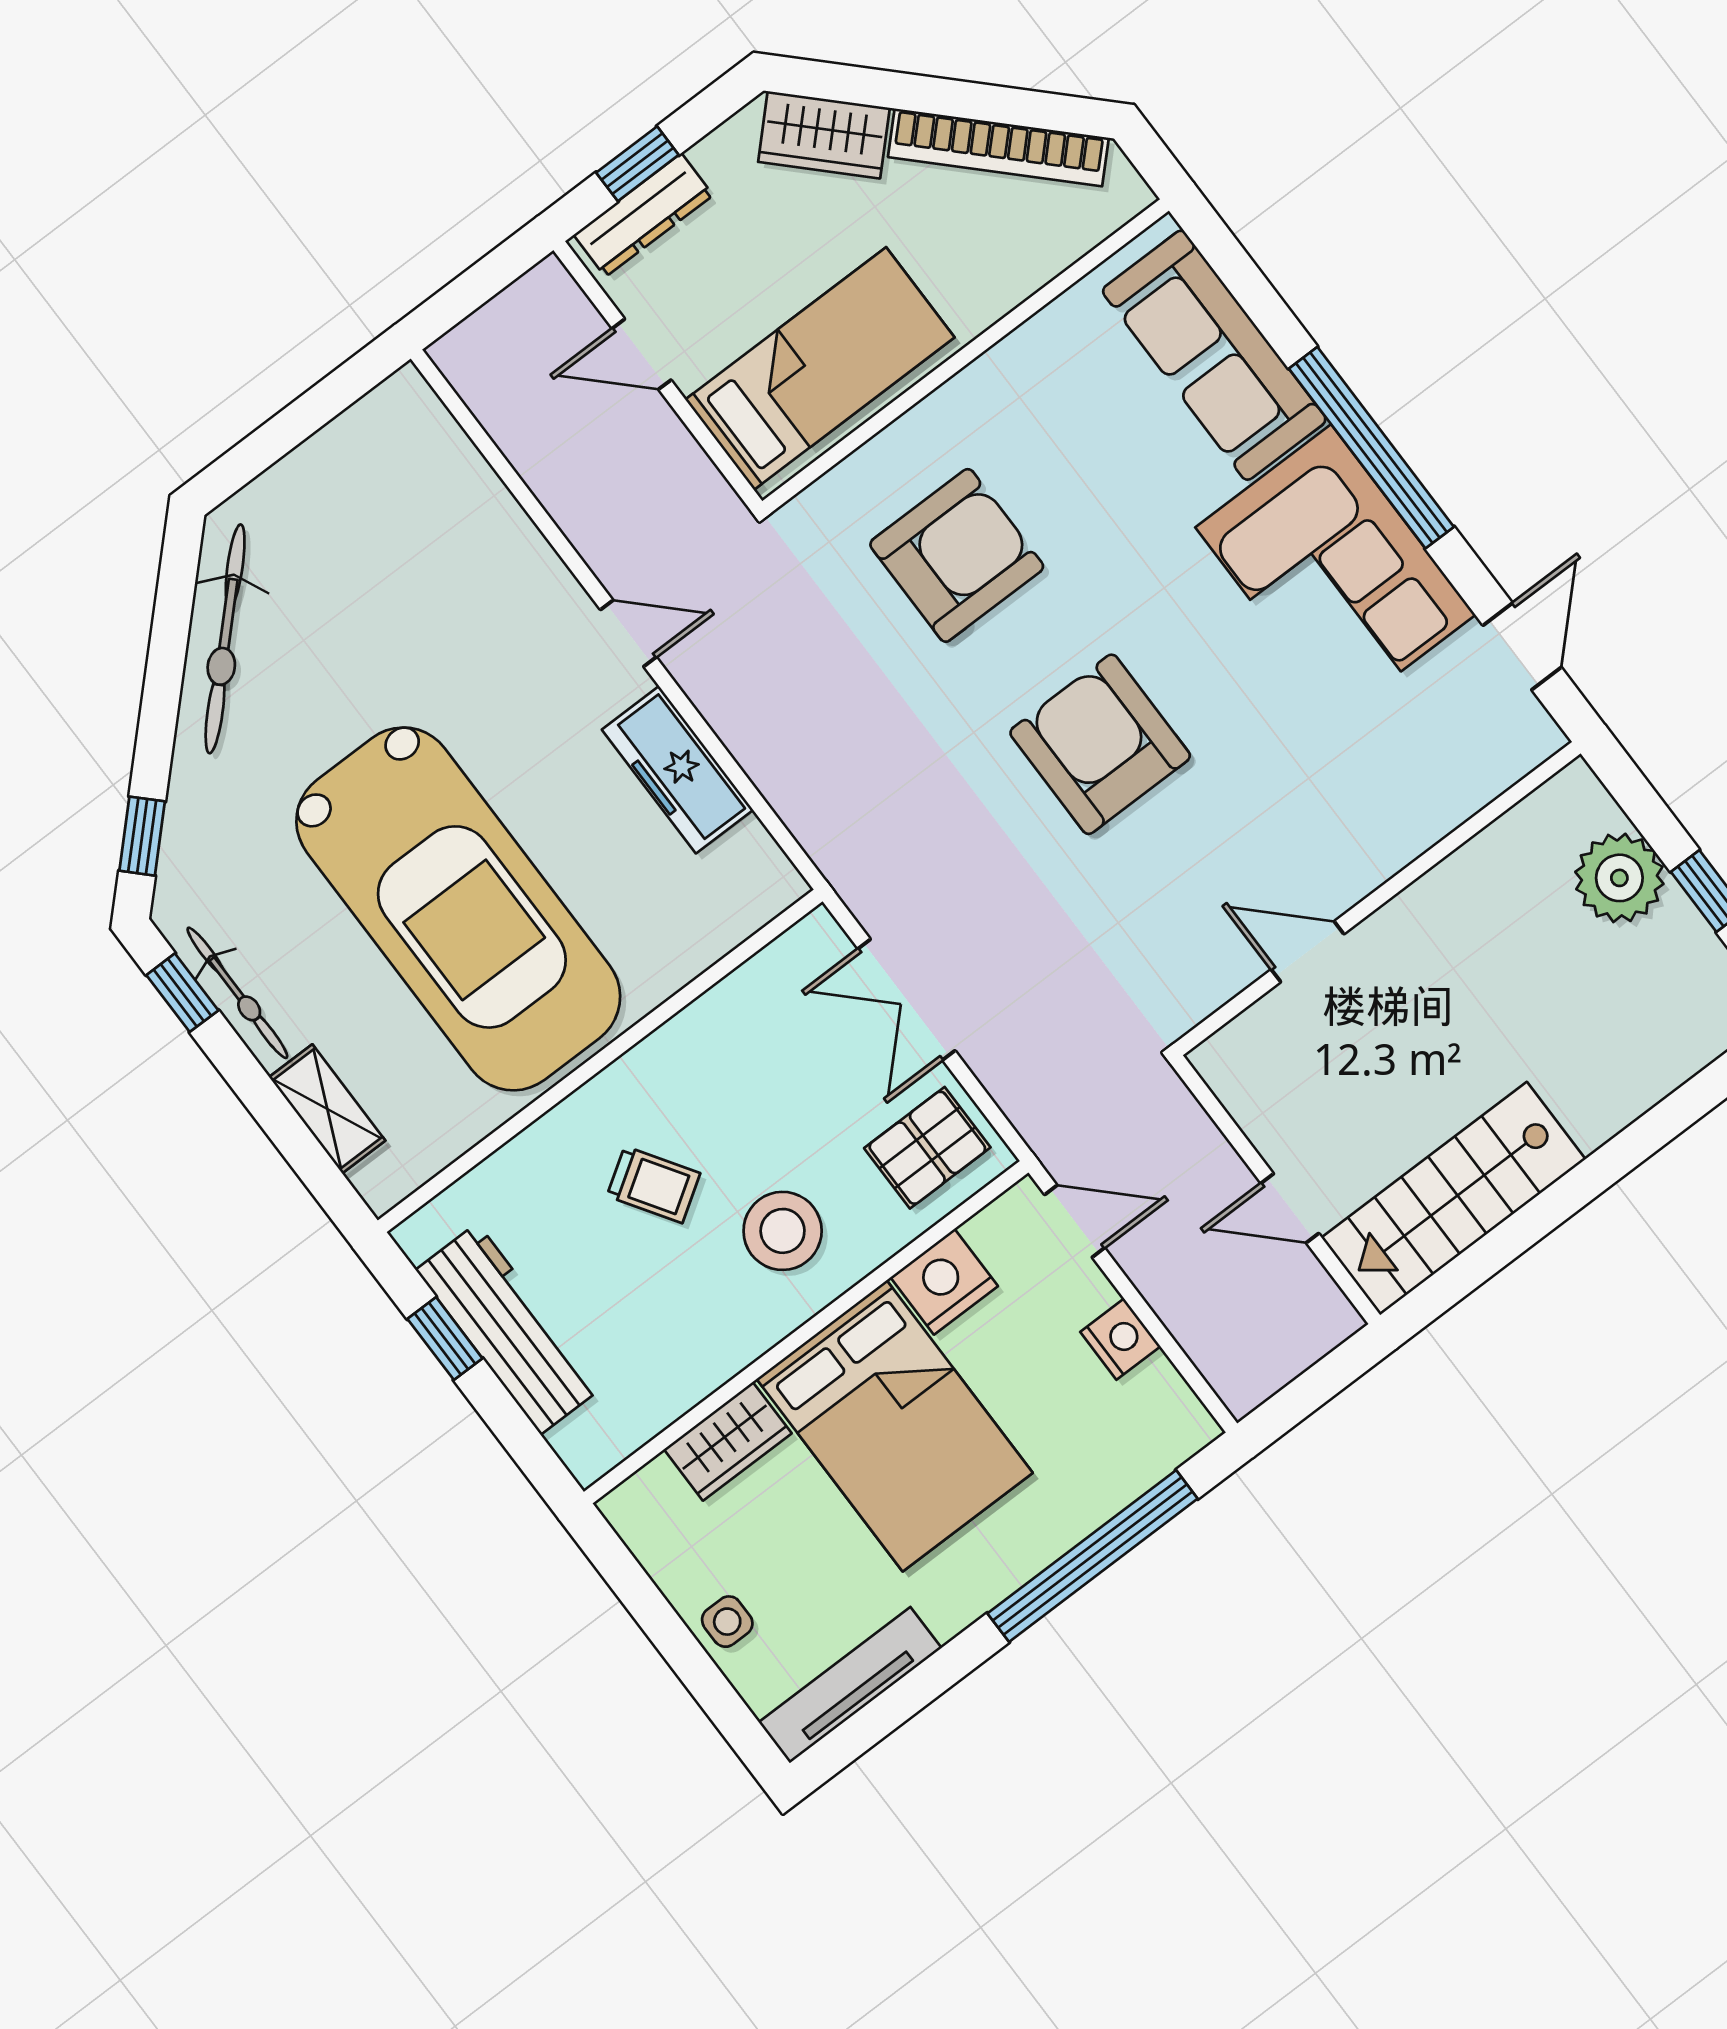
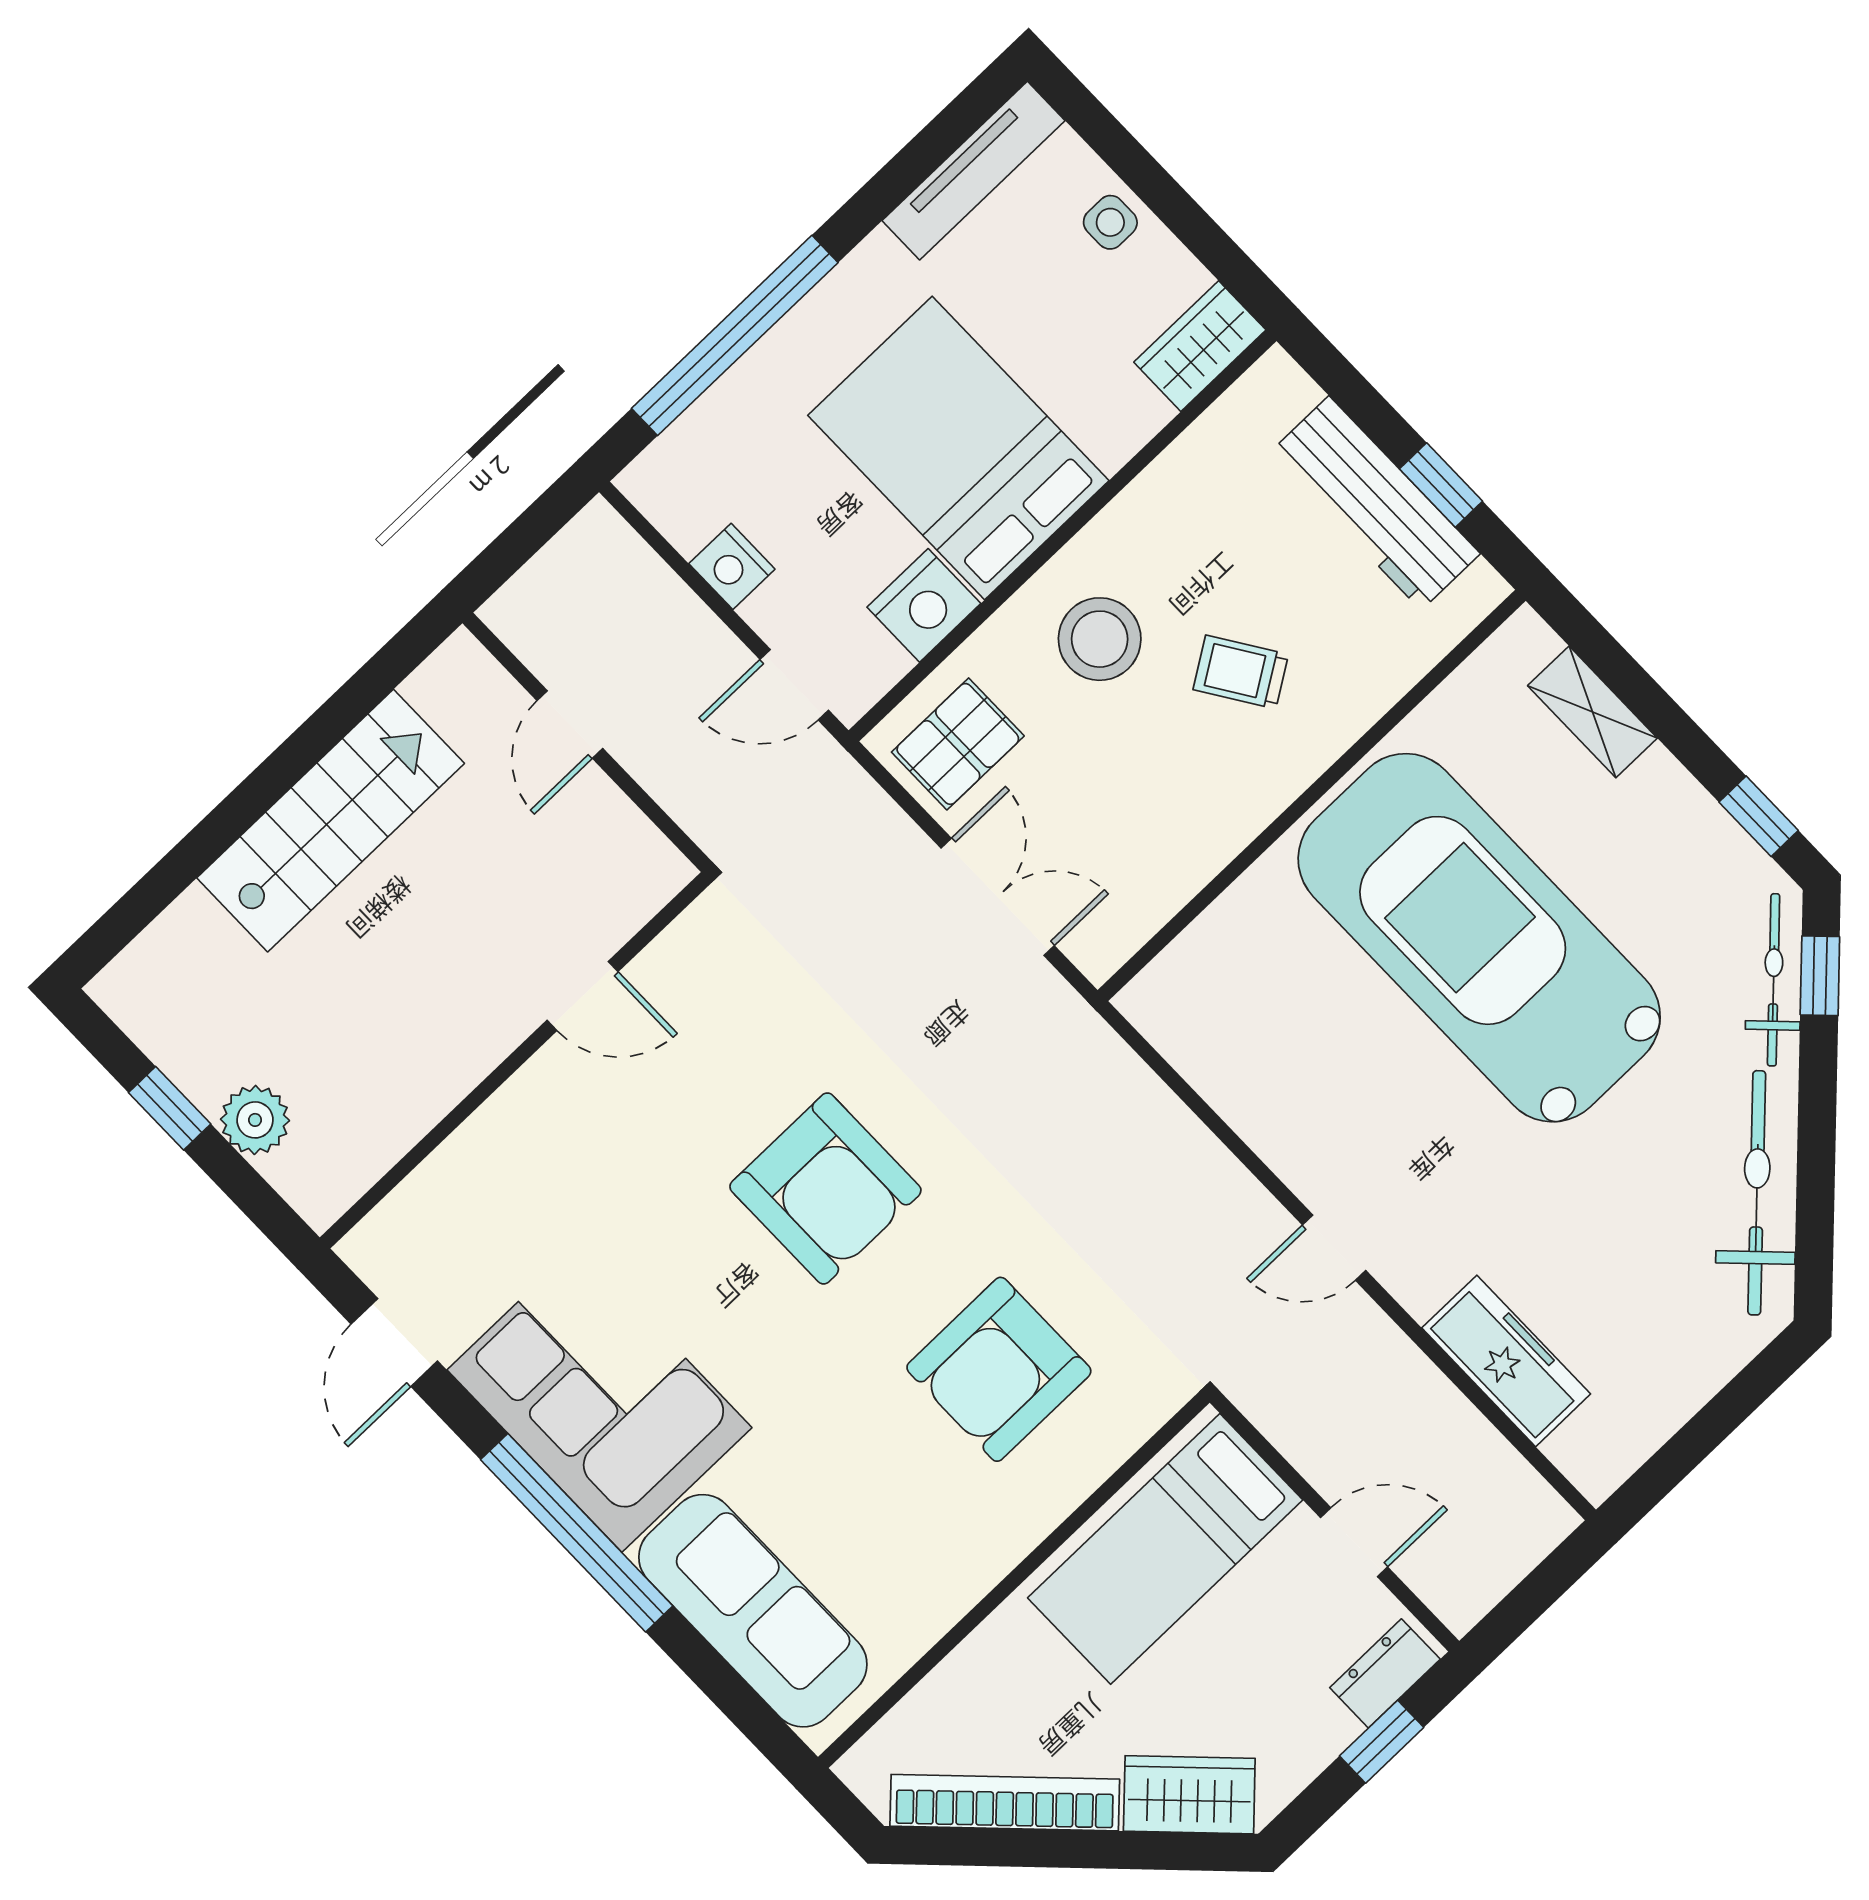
dresser: (643, 215) -> (1385, 1673), width x0.70
freezer: (678, 770) -> (1506, 1361), moved
plant: (1619, 878) -> (255, 1120), width x0.73, depth x0.73
bicycle: (237, 993) -> (1774, 980), moved, turned 45
stairs: (1453, 1198) -> (331, 821), moved
door: (1290, 1208) -> (570, 724), swing flipped
wardrobe: (728, 1441) -> (1200, 346), moved

